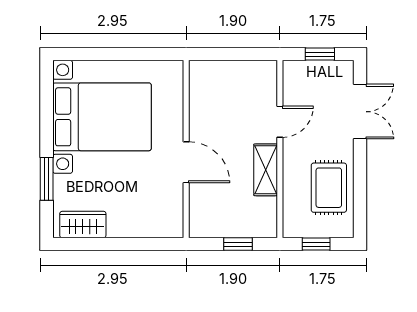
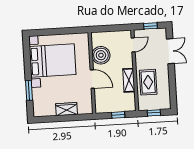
boiler: (208, 112) -> (101, 55), added
door: (280, 122) -> (133, 45), moved
rug: (329, 188) -> (148, 82), moved
wardrobe: (83, 225) -> (66, 109), moved

